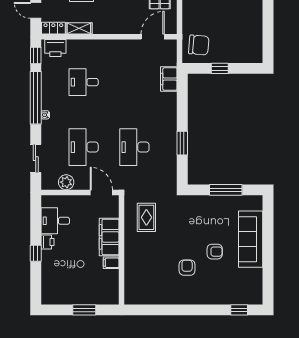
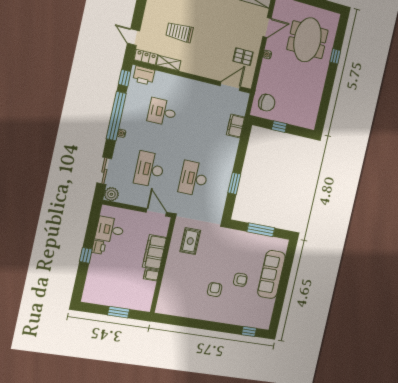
plant: (66, 182) -> (111, 194), moved

